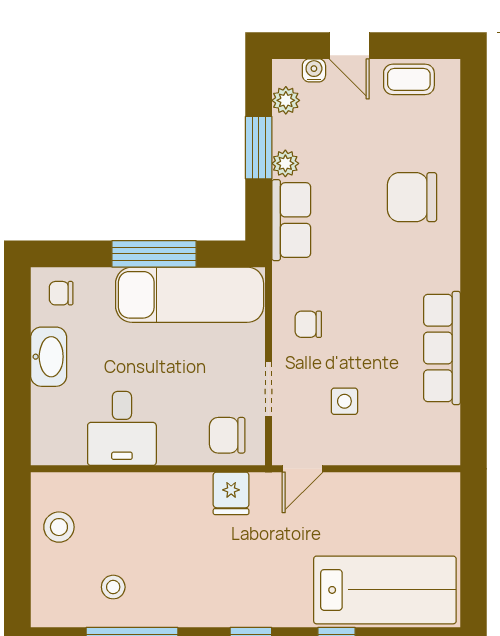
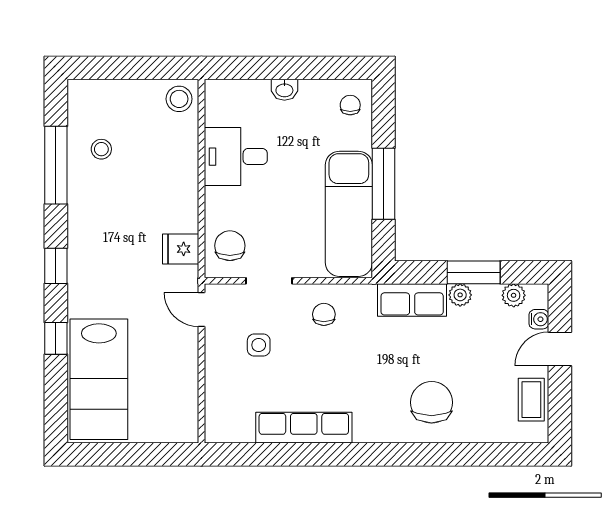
washbasin: (49, 357) -> (284, 90), width x0.52, depth x0.69
stool: (59, 527) -> (179, 99), moved

